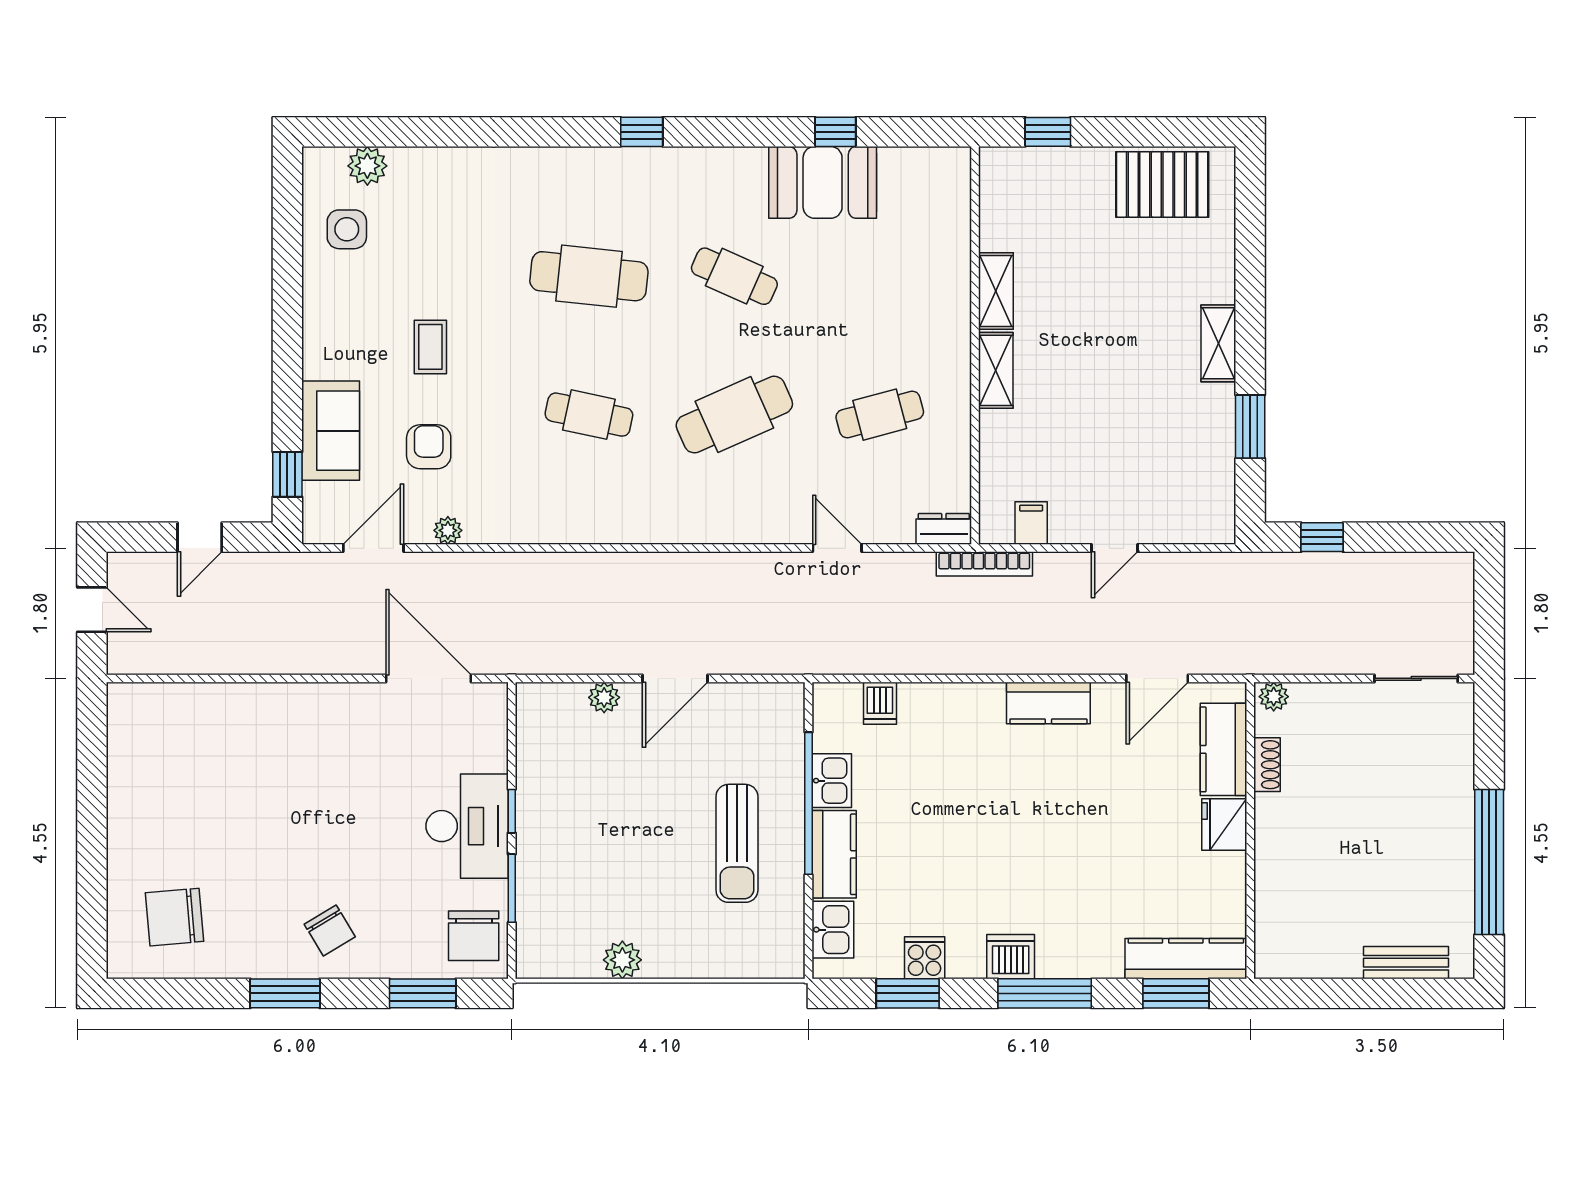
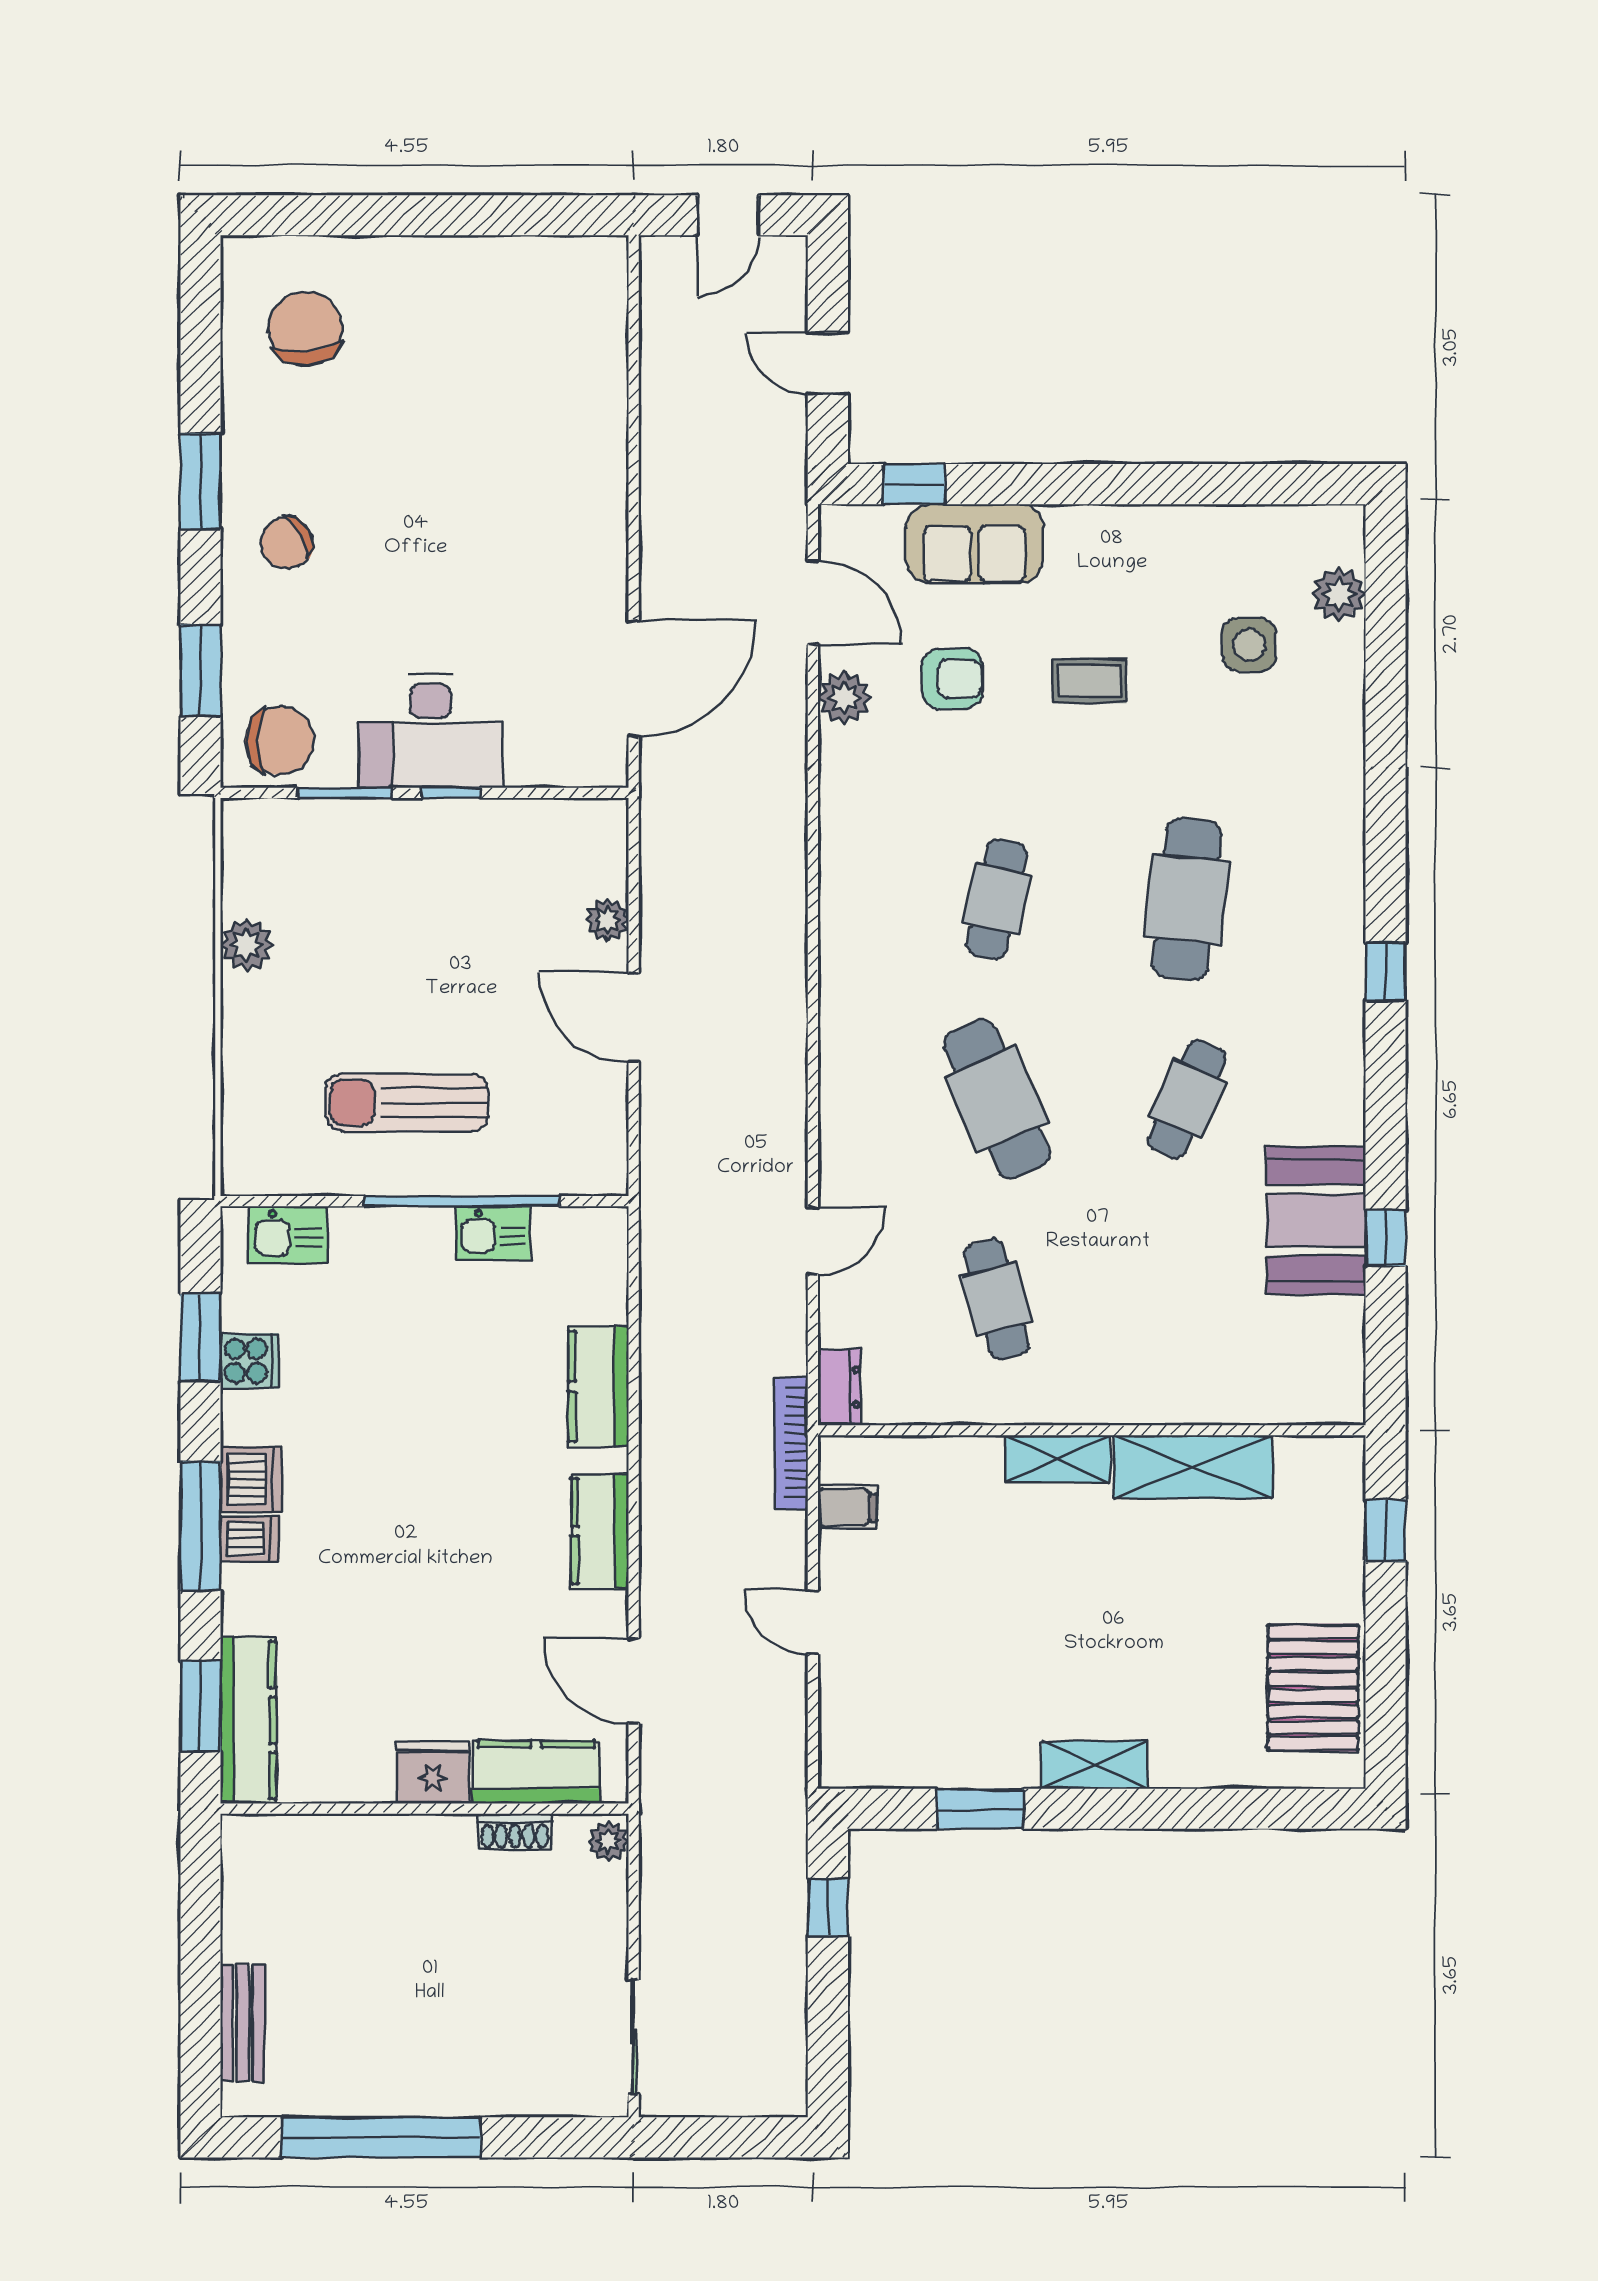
side table: (347, 229) -> (1249, 645), moved
shelving: (996, 291) -> (1193, 1467), width x1.50, depth x1.33
plant: (448, 530) -> (844, 698), width x1.38, depth x1.38
dishwasher: (880, 703) -> (250, 1539), moved, turned 180
kitchen counter: (834, 854) -> (599, 1386), moved, turned 90
chair: (474, 936) -> (280, 741), turned 180

